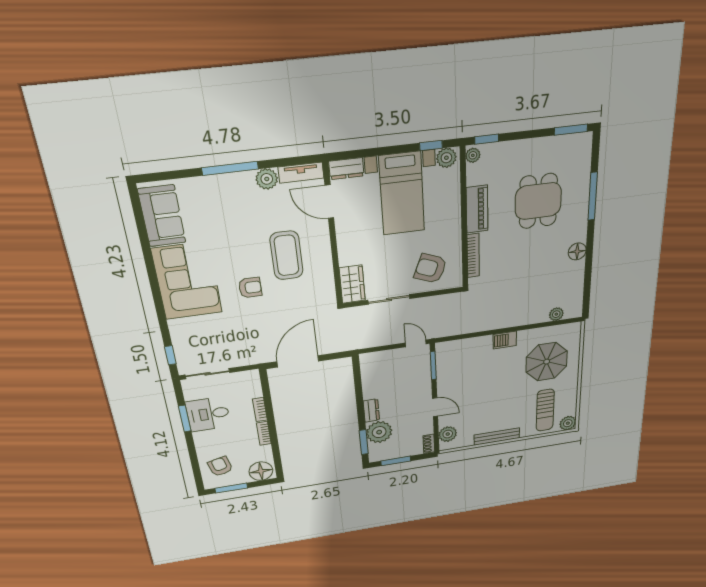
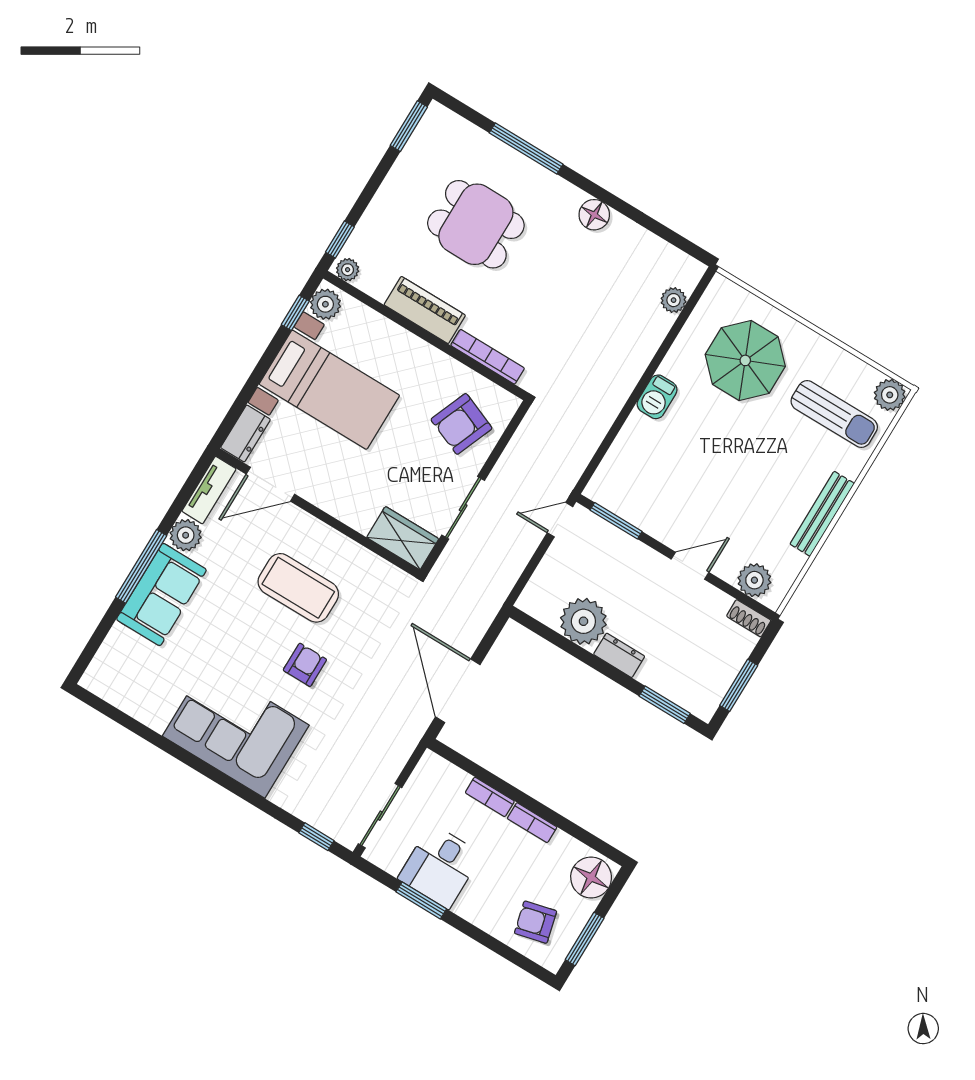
sofa: (162, 216) -> (161, 594), moved, turned 90
plant: (379, 432) -> (583, 621), moved

